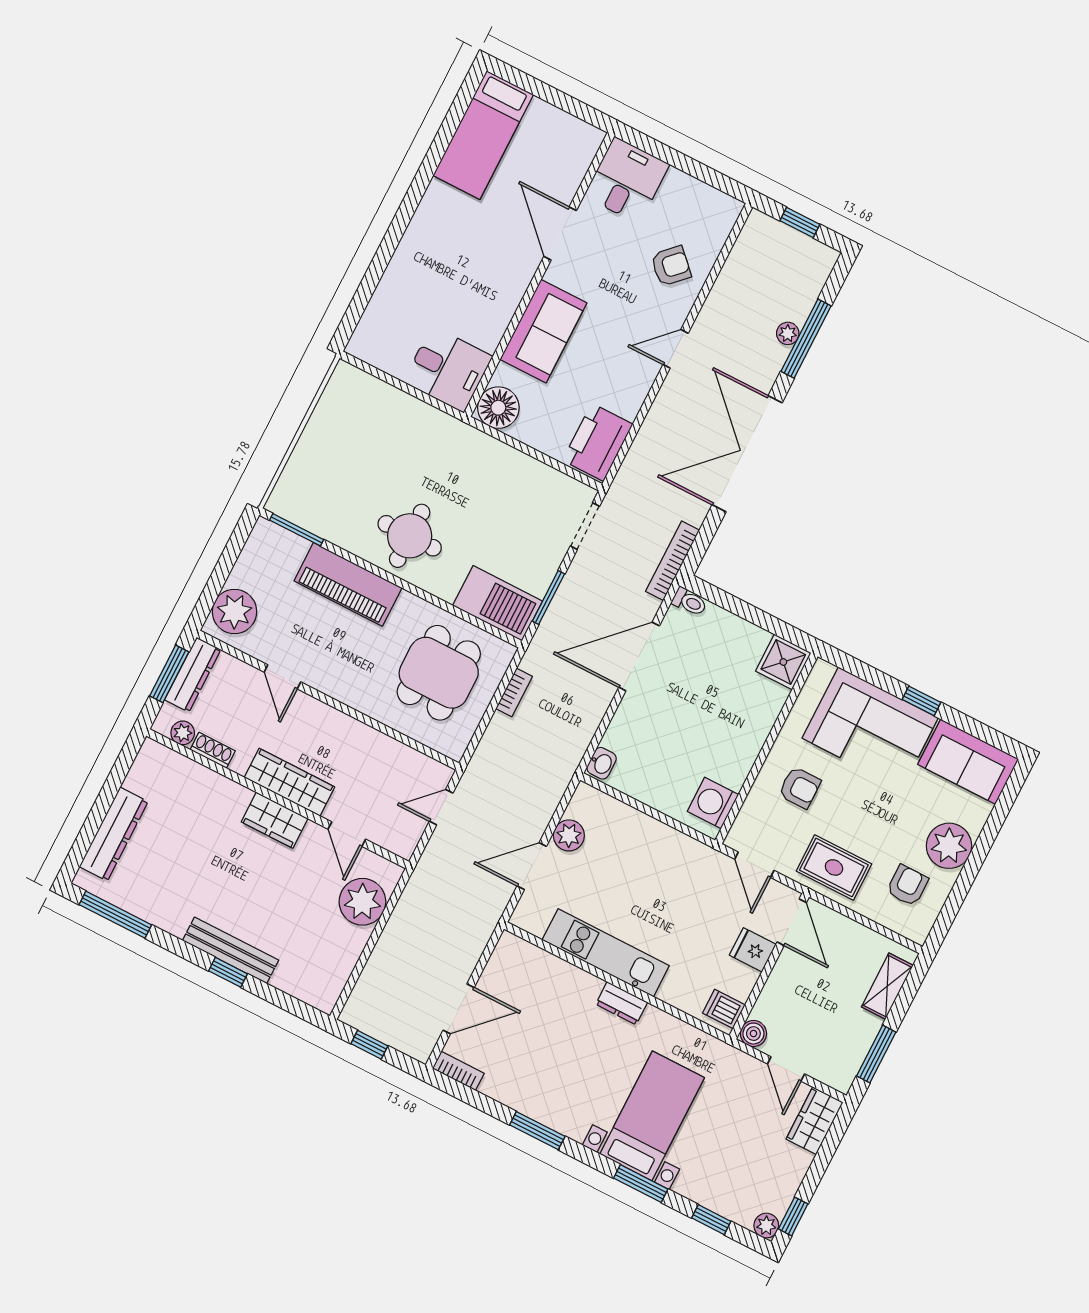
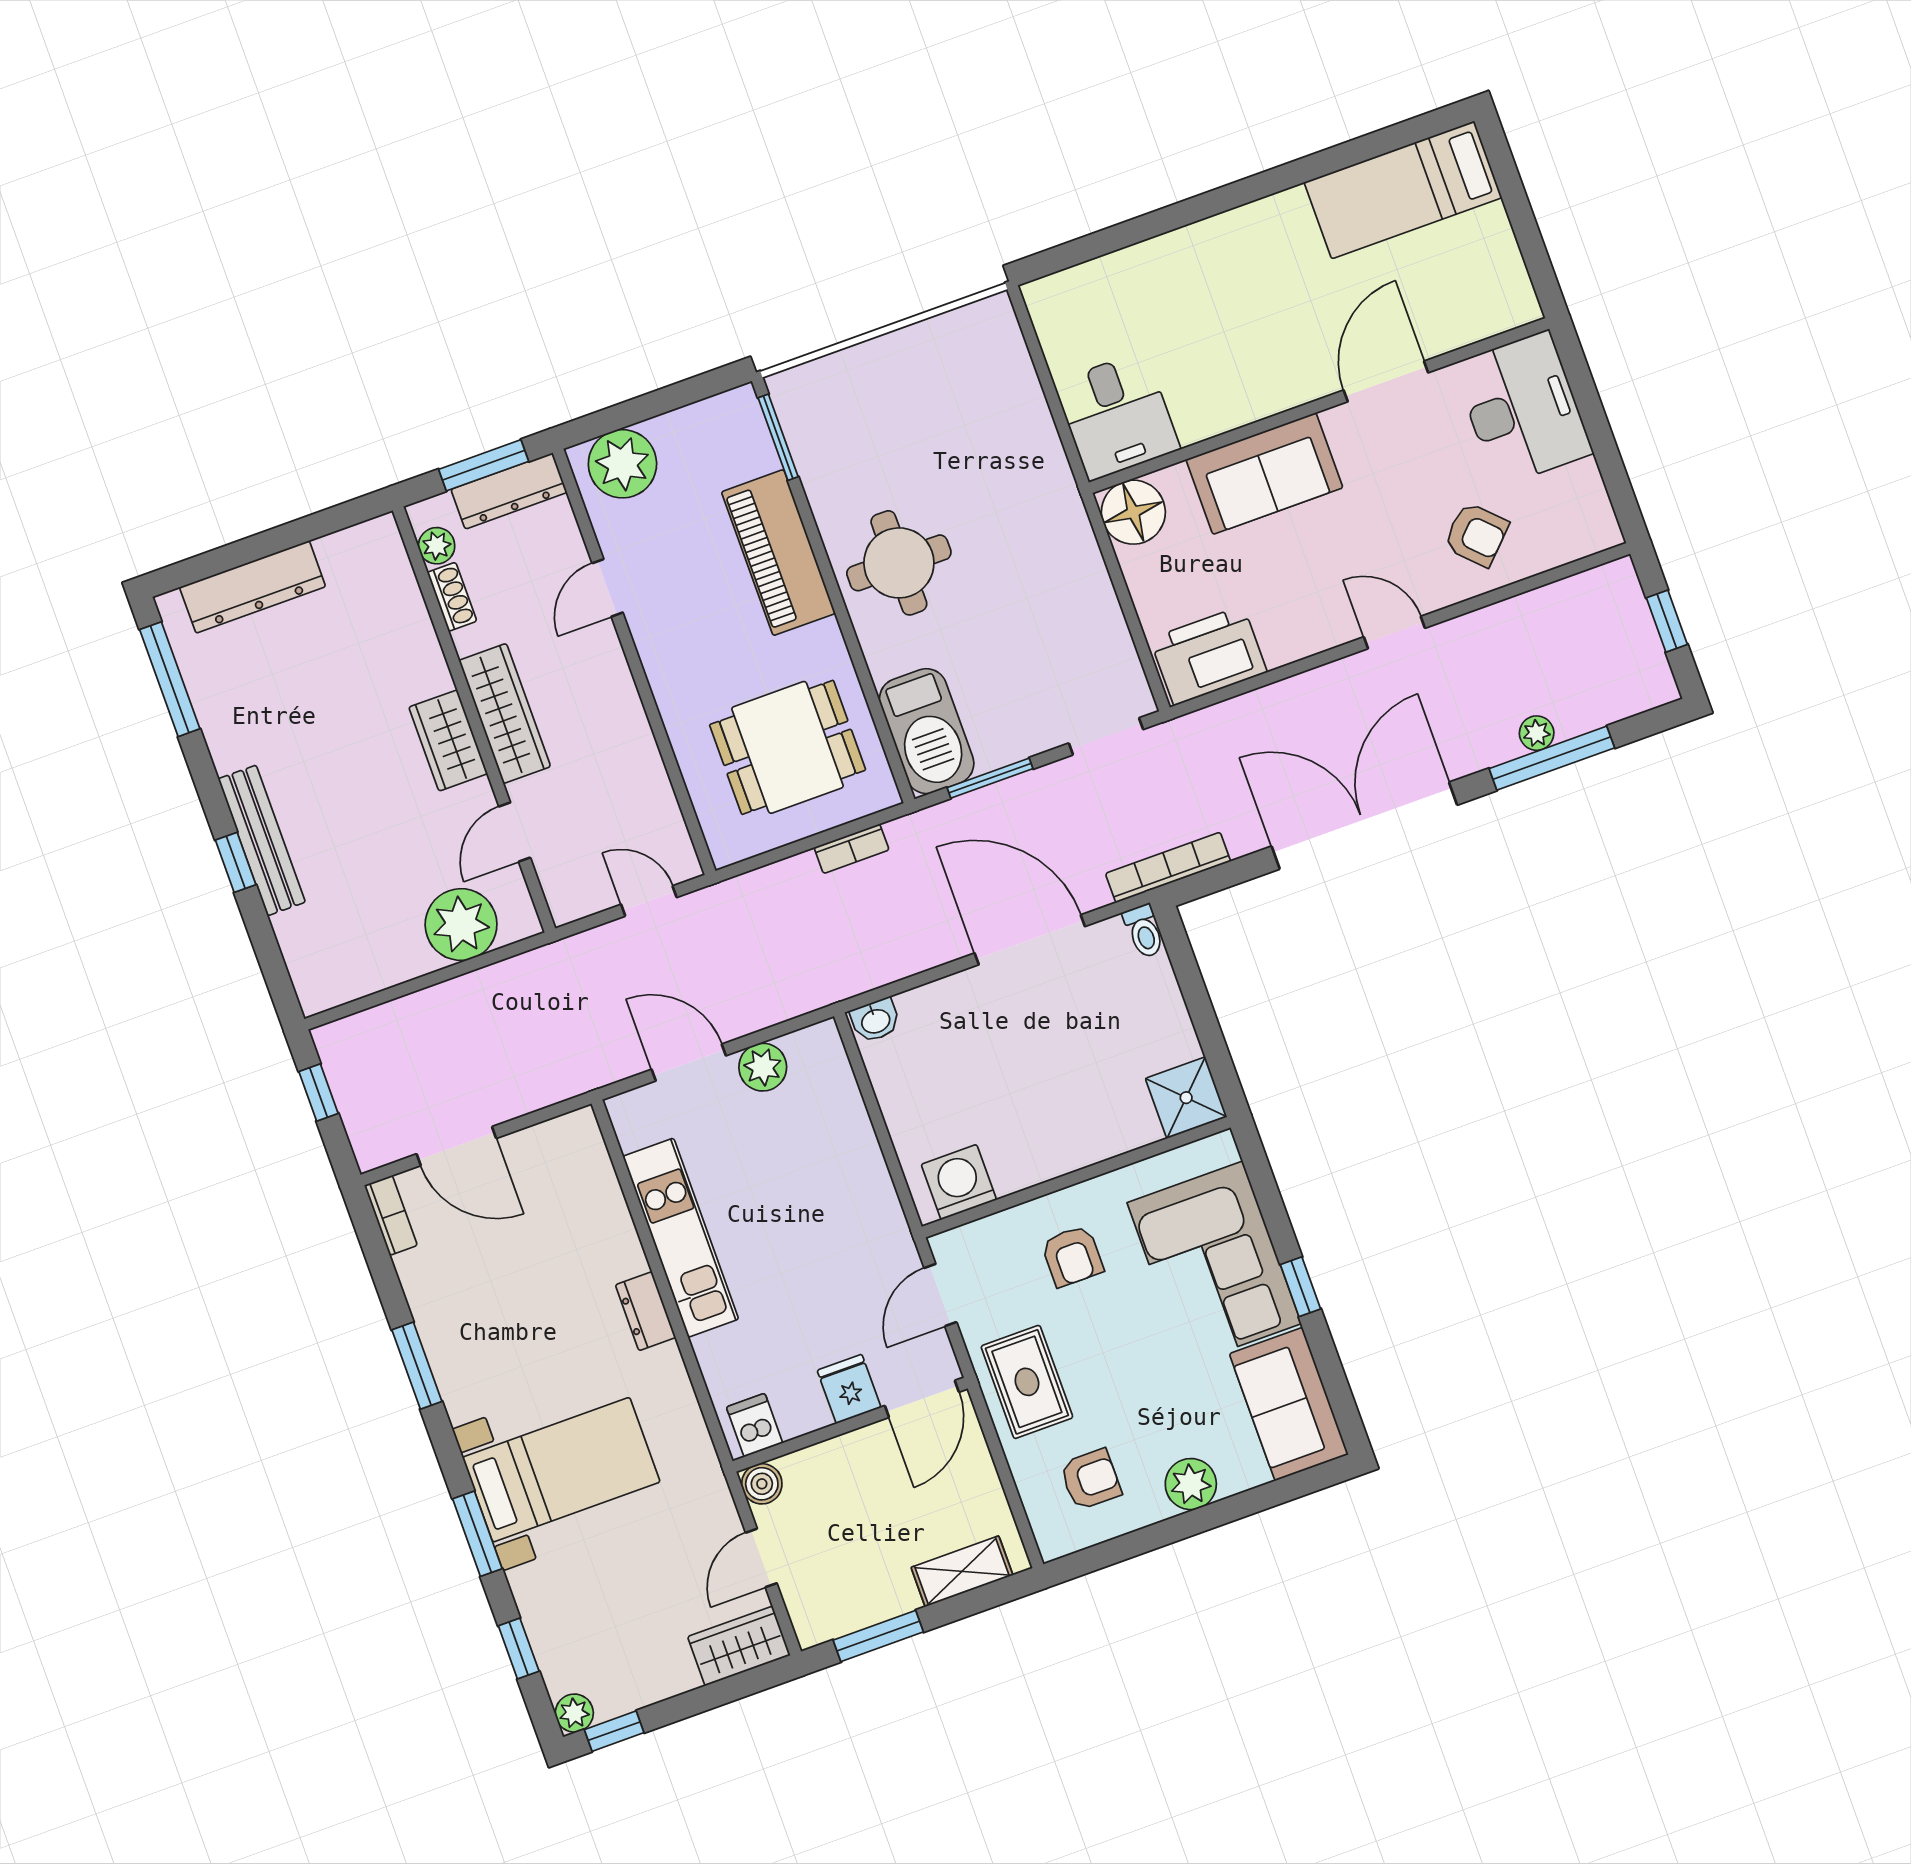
desk: (627, 180) -> (1523, 409), width x1.37
plant: (949, 846) -> (1191, 1484), width x0.73, depth x0.73

